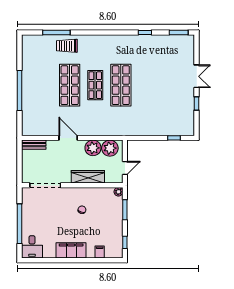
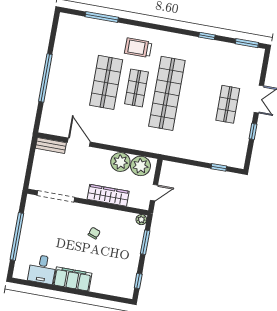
trolley: (67, 46) -> (138, 48), moved
shop shelf: (121, 85) -> (167, 93), width x1.40
shop shelf: (172, 85) -> (228, 104), added
door: (68, 138) -> (79, 142), moved
desk: (32, 247) -> (42, 269), moved
filing cabinet: (100, 252) -> (106, 287), removed

